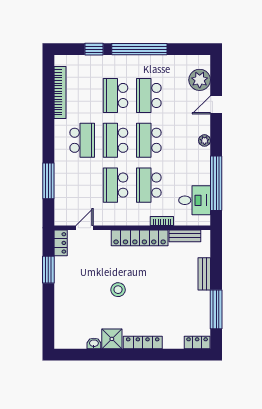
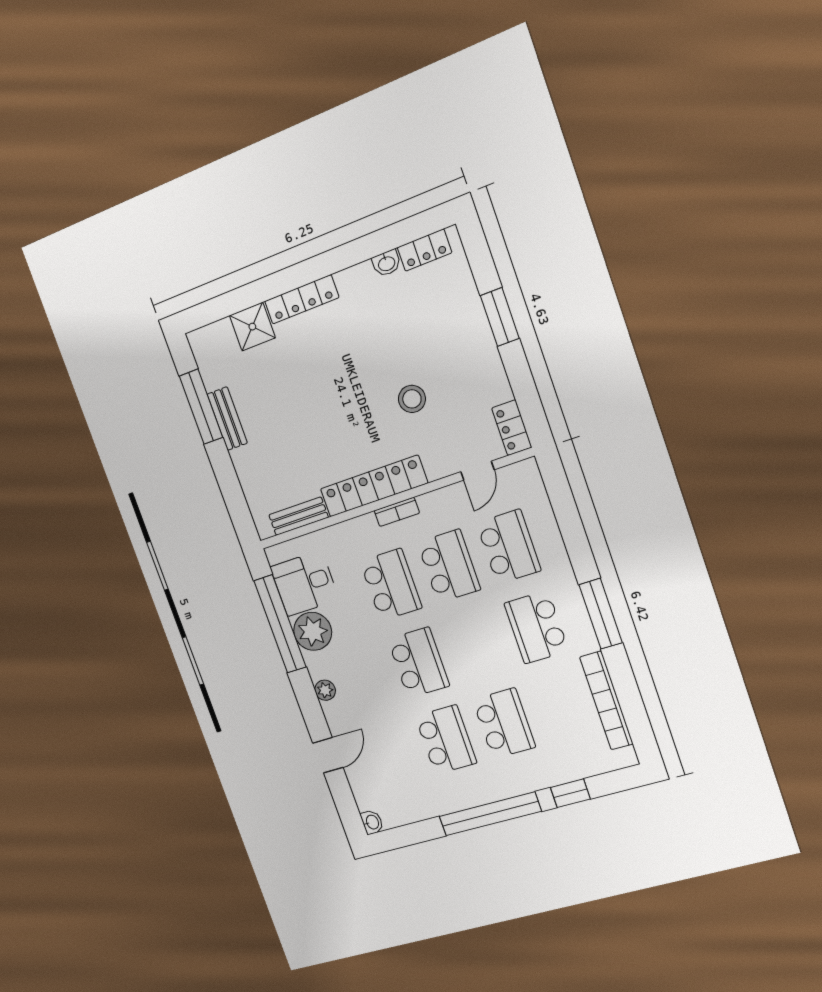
washbasin: (205, 61) -> (372, 822), added
plant: (200, 80) -> (313, 631), moved
school desk: (115, 140) -> (509, 547), moved
window: (48, 181) -> (601, 614), moved
bookcase: (162, 221) -> (397, 512), moved
window: (48, 270) -> (500, 317), moved
bench: (204, 274) -> (227, 419), moved
stool: (118, 290) -> (412, 399), moved
shower: (112, 339) -> (252, 327), moved
locker: (197, 342) -> (424, 250), moved

